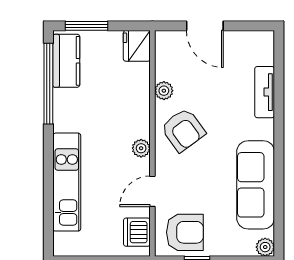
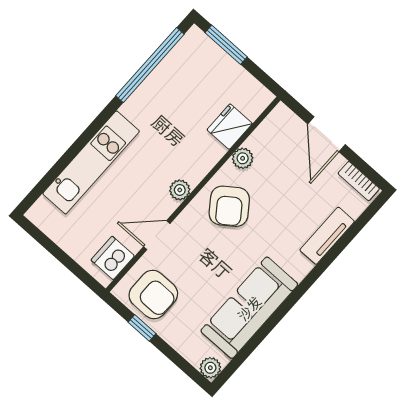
bookcase: (253, 38) -> (359, 181), added
fridge: (137, 46) -> (230, 127), moved
kitchen counter: (66, 61) -> (182, 59), removed

